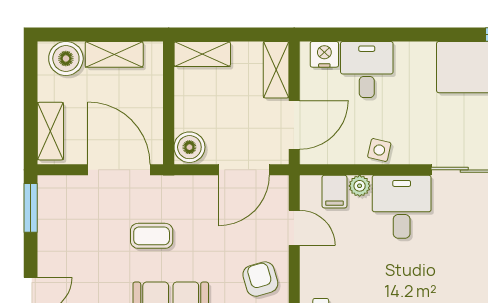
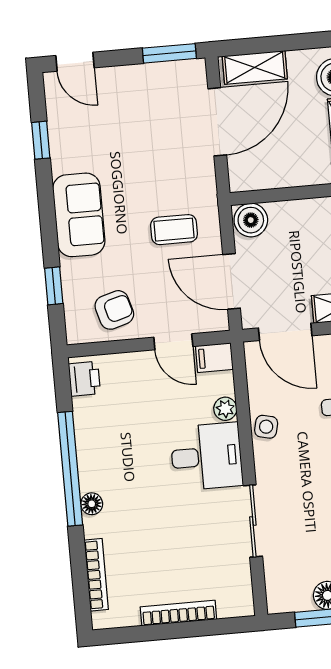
door: (119, 170) -> (217, 122), moved
filing cabinet: (334, 192) -> (214, 358), moved
door: (294, 228) -> (173, 342), hinge flipped
coffee table: (152, 236) -> (174, 230), moved, turned 90

